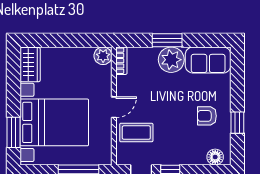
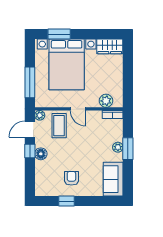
plant: (103, 56) -> (106, 101), moved
plant: (171, 60) -> (118, 147), width x0.53, depth x0.53
floor lamp: (215, 157) -> (41, 154), moved
plant: (122, 158) -> (40, 115), added

